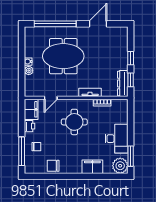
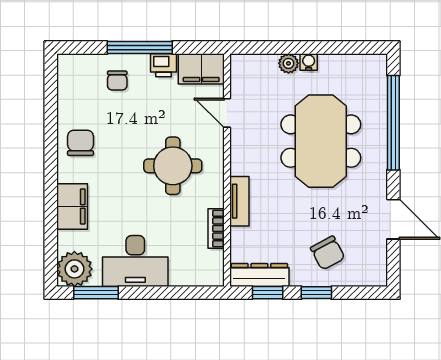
chair: (113, 53) -> (328, 253), added
window: (22, 151) -> (140, 47), moved
chair: (53, 166) -> (80, 143), moved

